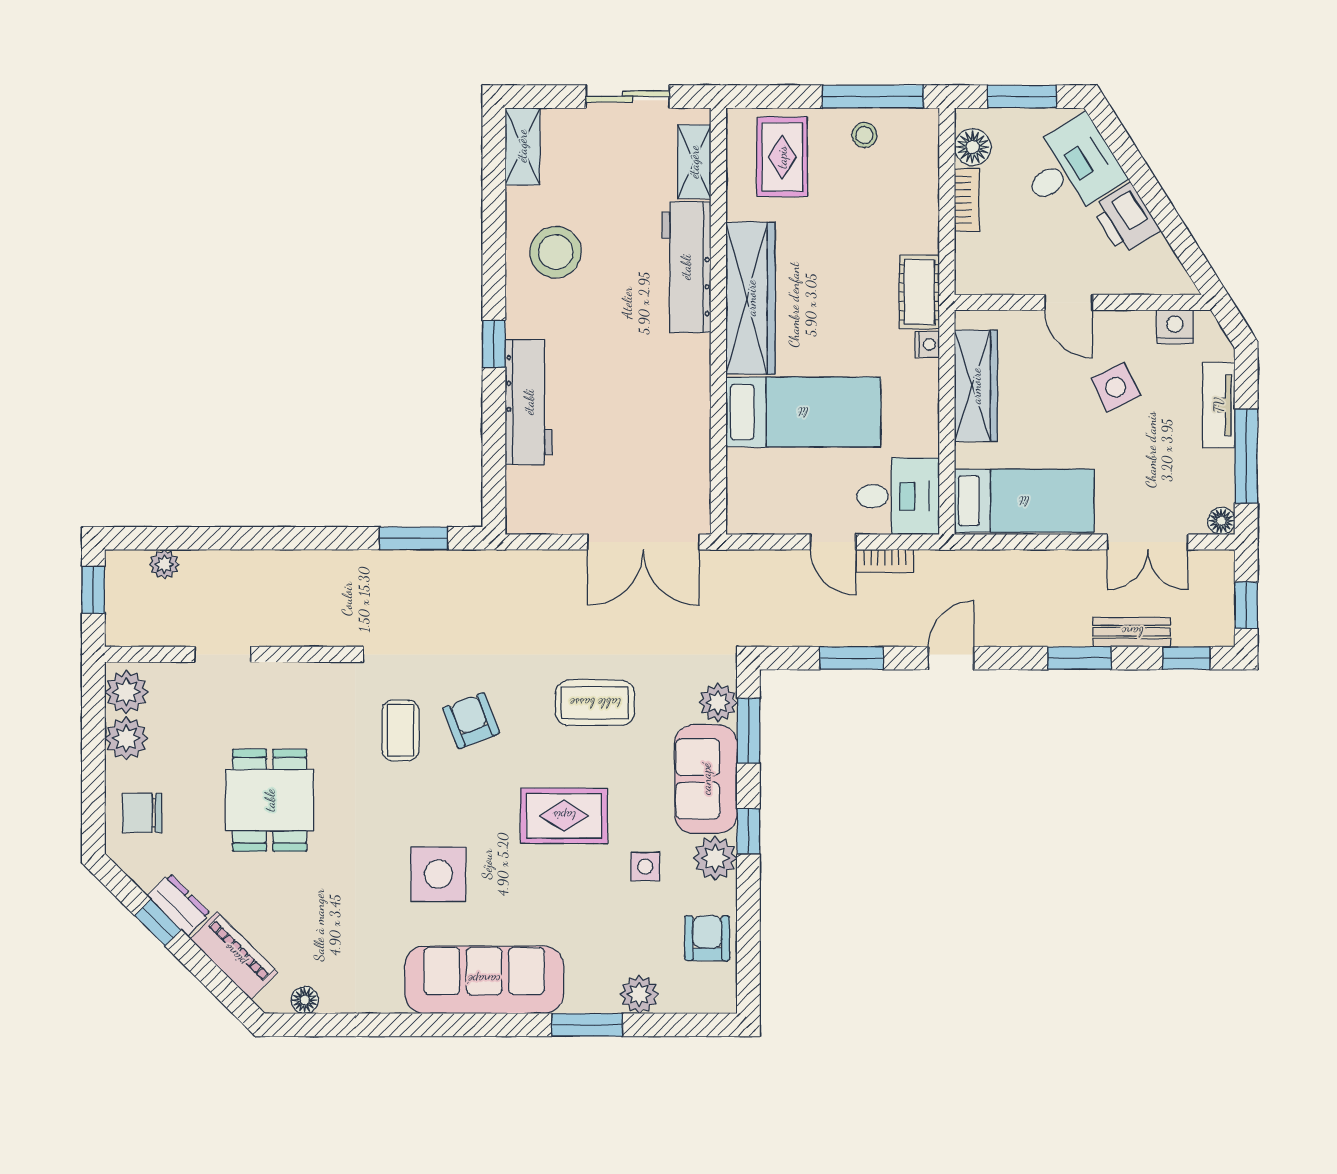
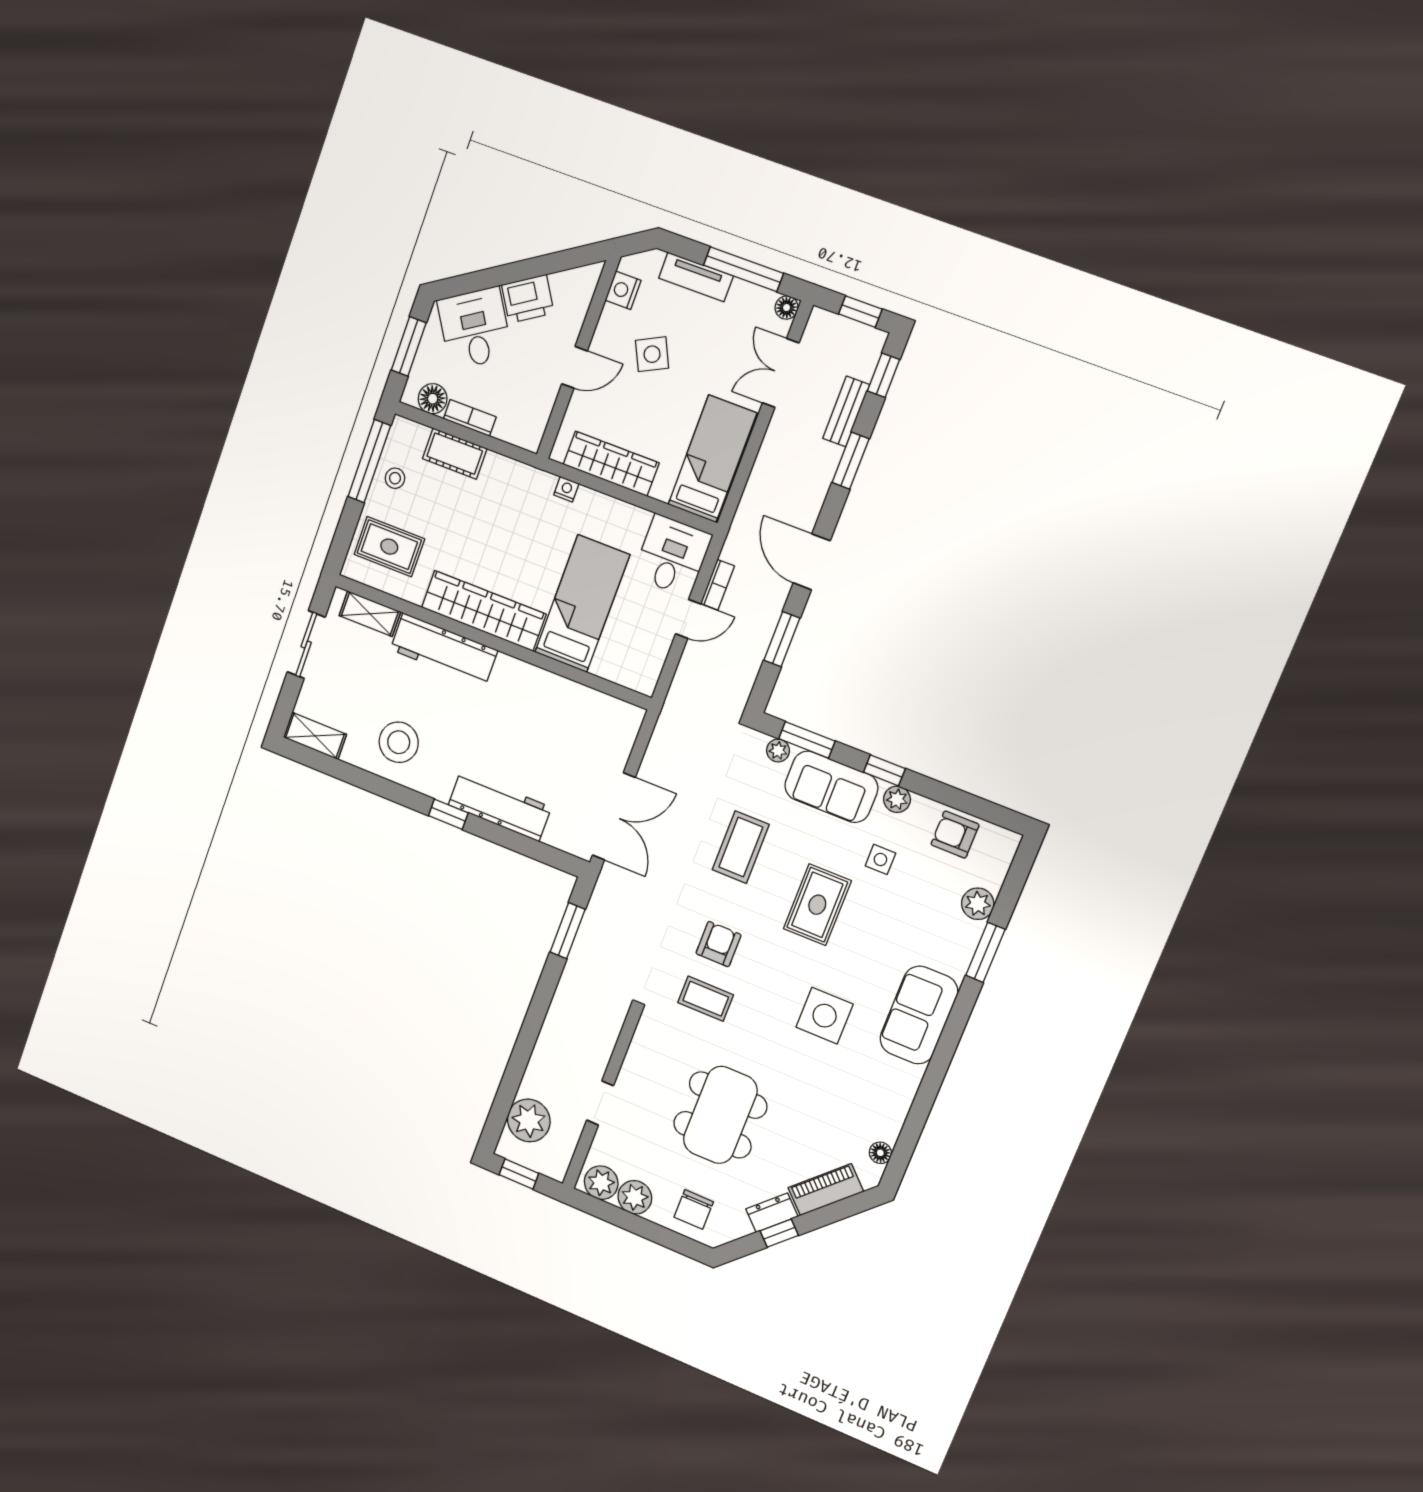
cot: (919, 292) -> (455, 454), moved
double door: (643, 542) -> (614, 816), moved
double door: (1148, 542) -> (781, 373), swing flipped
plant: (164, 564) -> (529, 1120), width x1.88, depth x1.88
door: (951, 658) -> (812, 562), width x1.38
plant: (718, 703) -> (778, 751), width x0.73, depth x0.73
armchair: (471, 721) -> (718, 944), turned 111
dining table: (270, 800) -> (720, 1115), width x1.38
plant: (715, 858) -> (897, 799), width x0.73, depth x0.73
sofa: (484, 980) -> (919, 1015), width x0.73

